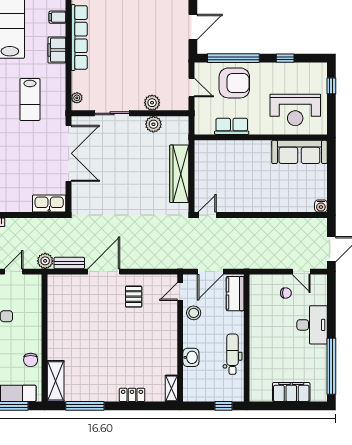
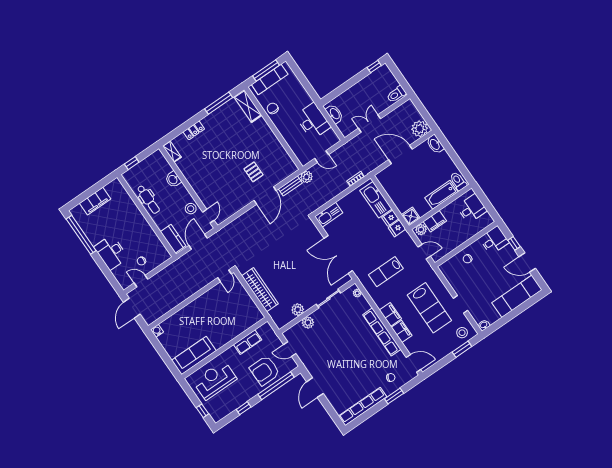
filing cabinet: (57, 17) -> (402, 331), width x2.00
lab bench: (30, 99) -> (386, 272), turned -90
door: (14, 272) -> (322, 157), hinge flipped
pallet: (134, 297) -> (254, 172), moved

